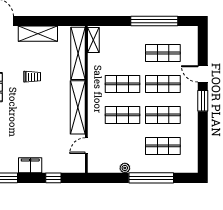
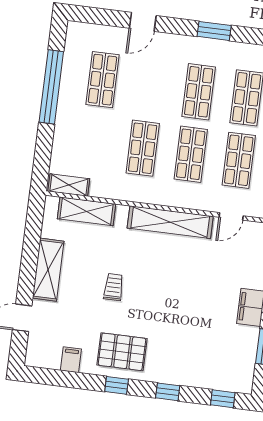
shelving: (78, 53) -> (87, 211), width x0.68
shop shelf: (163, 84) -> (239, 160), moved
window: (203, 101) -> (214, 31), moved
door: (86, 146) -> (231, 216), hinge flipped

